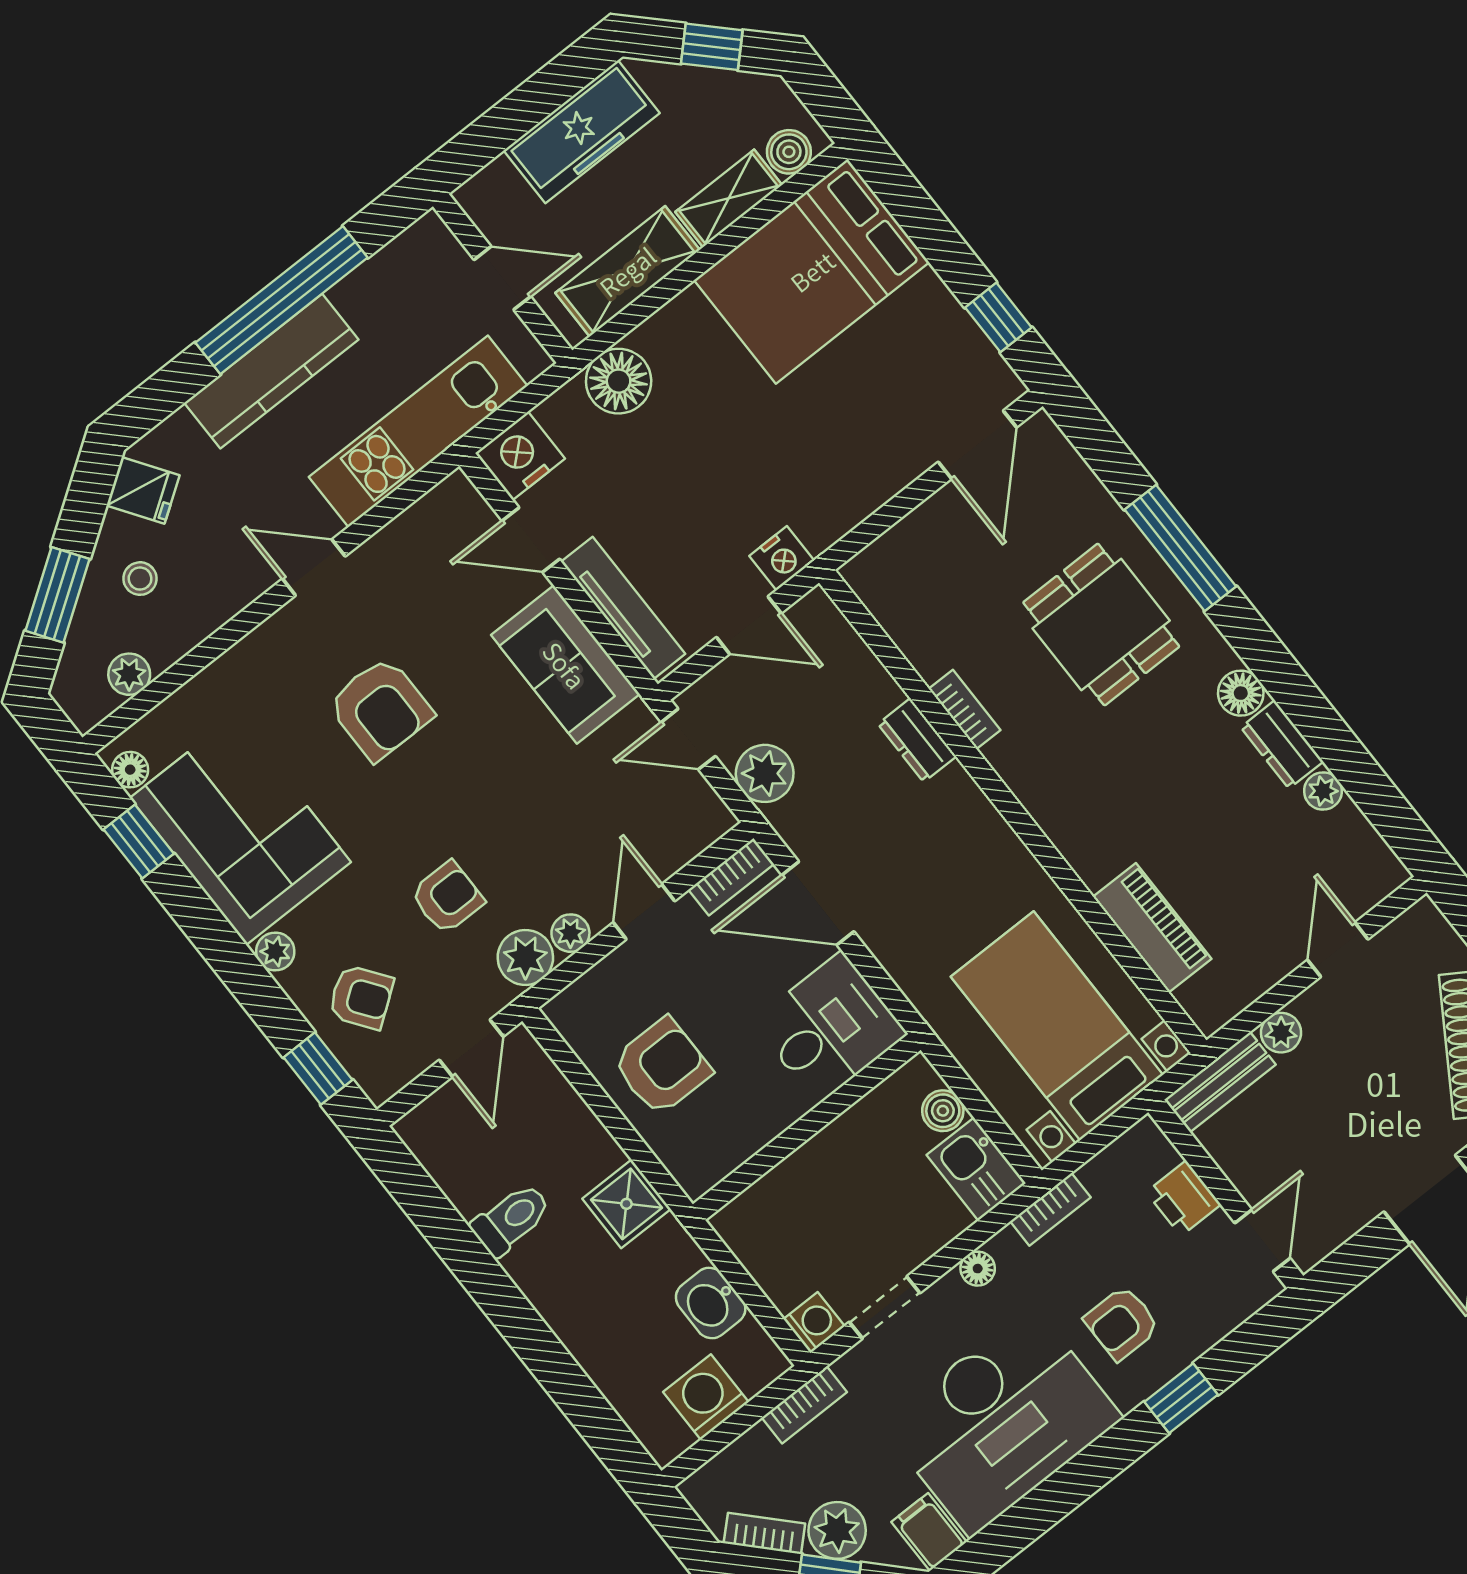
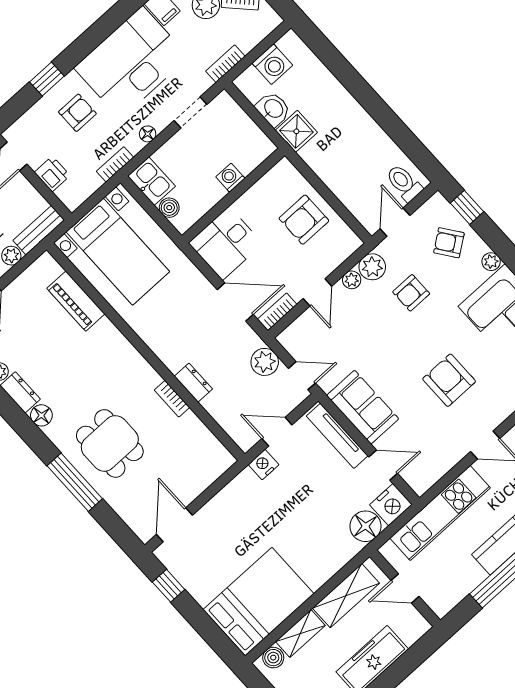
floor lamp: (619, 381) -> (365, 526), moved
shower: (626, 1204) -> (296, 131), moved
toilet: (511, 1219) -> (404, 183), moved, turned 90
washing machine: (814, 1323) -> (230, 178), moved, turned 90

